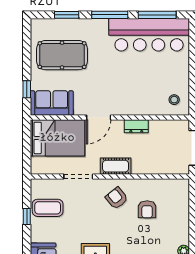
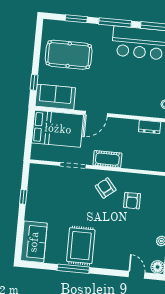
dresser: (136, 126) -> (150, 127), moved
coffee table: (48, 208) -> (43, 191), removed

